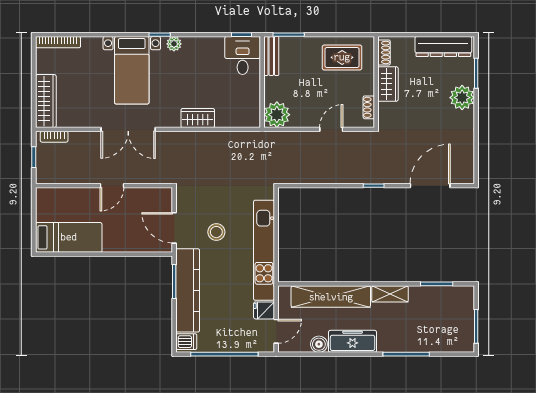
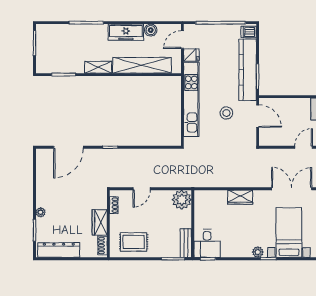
plant: (462, 98) -> (41, 212), width x0.53, depth x0.53

